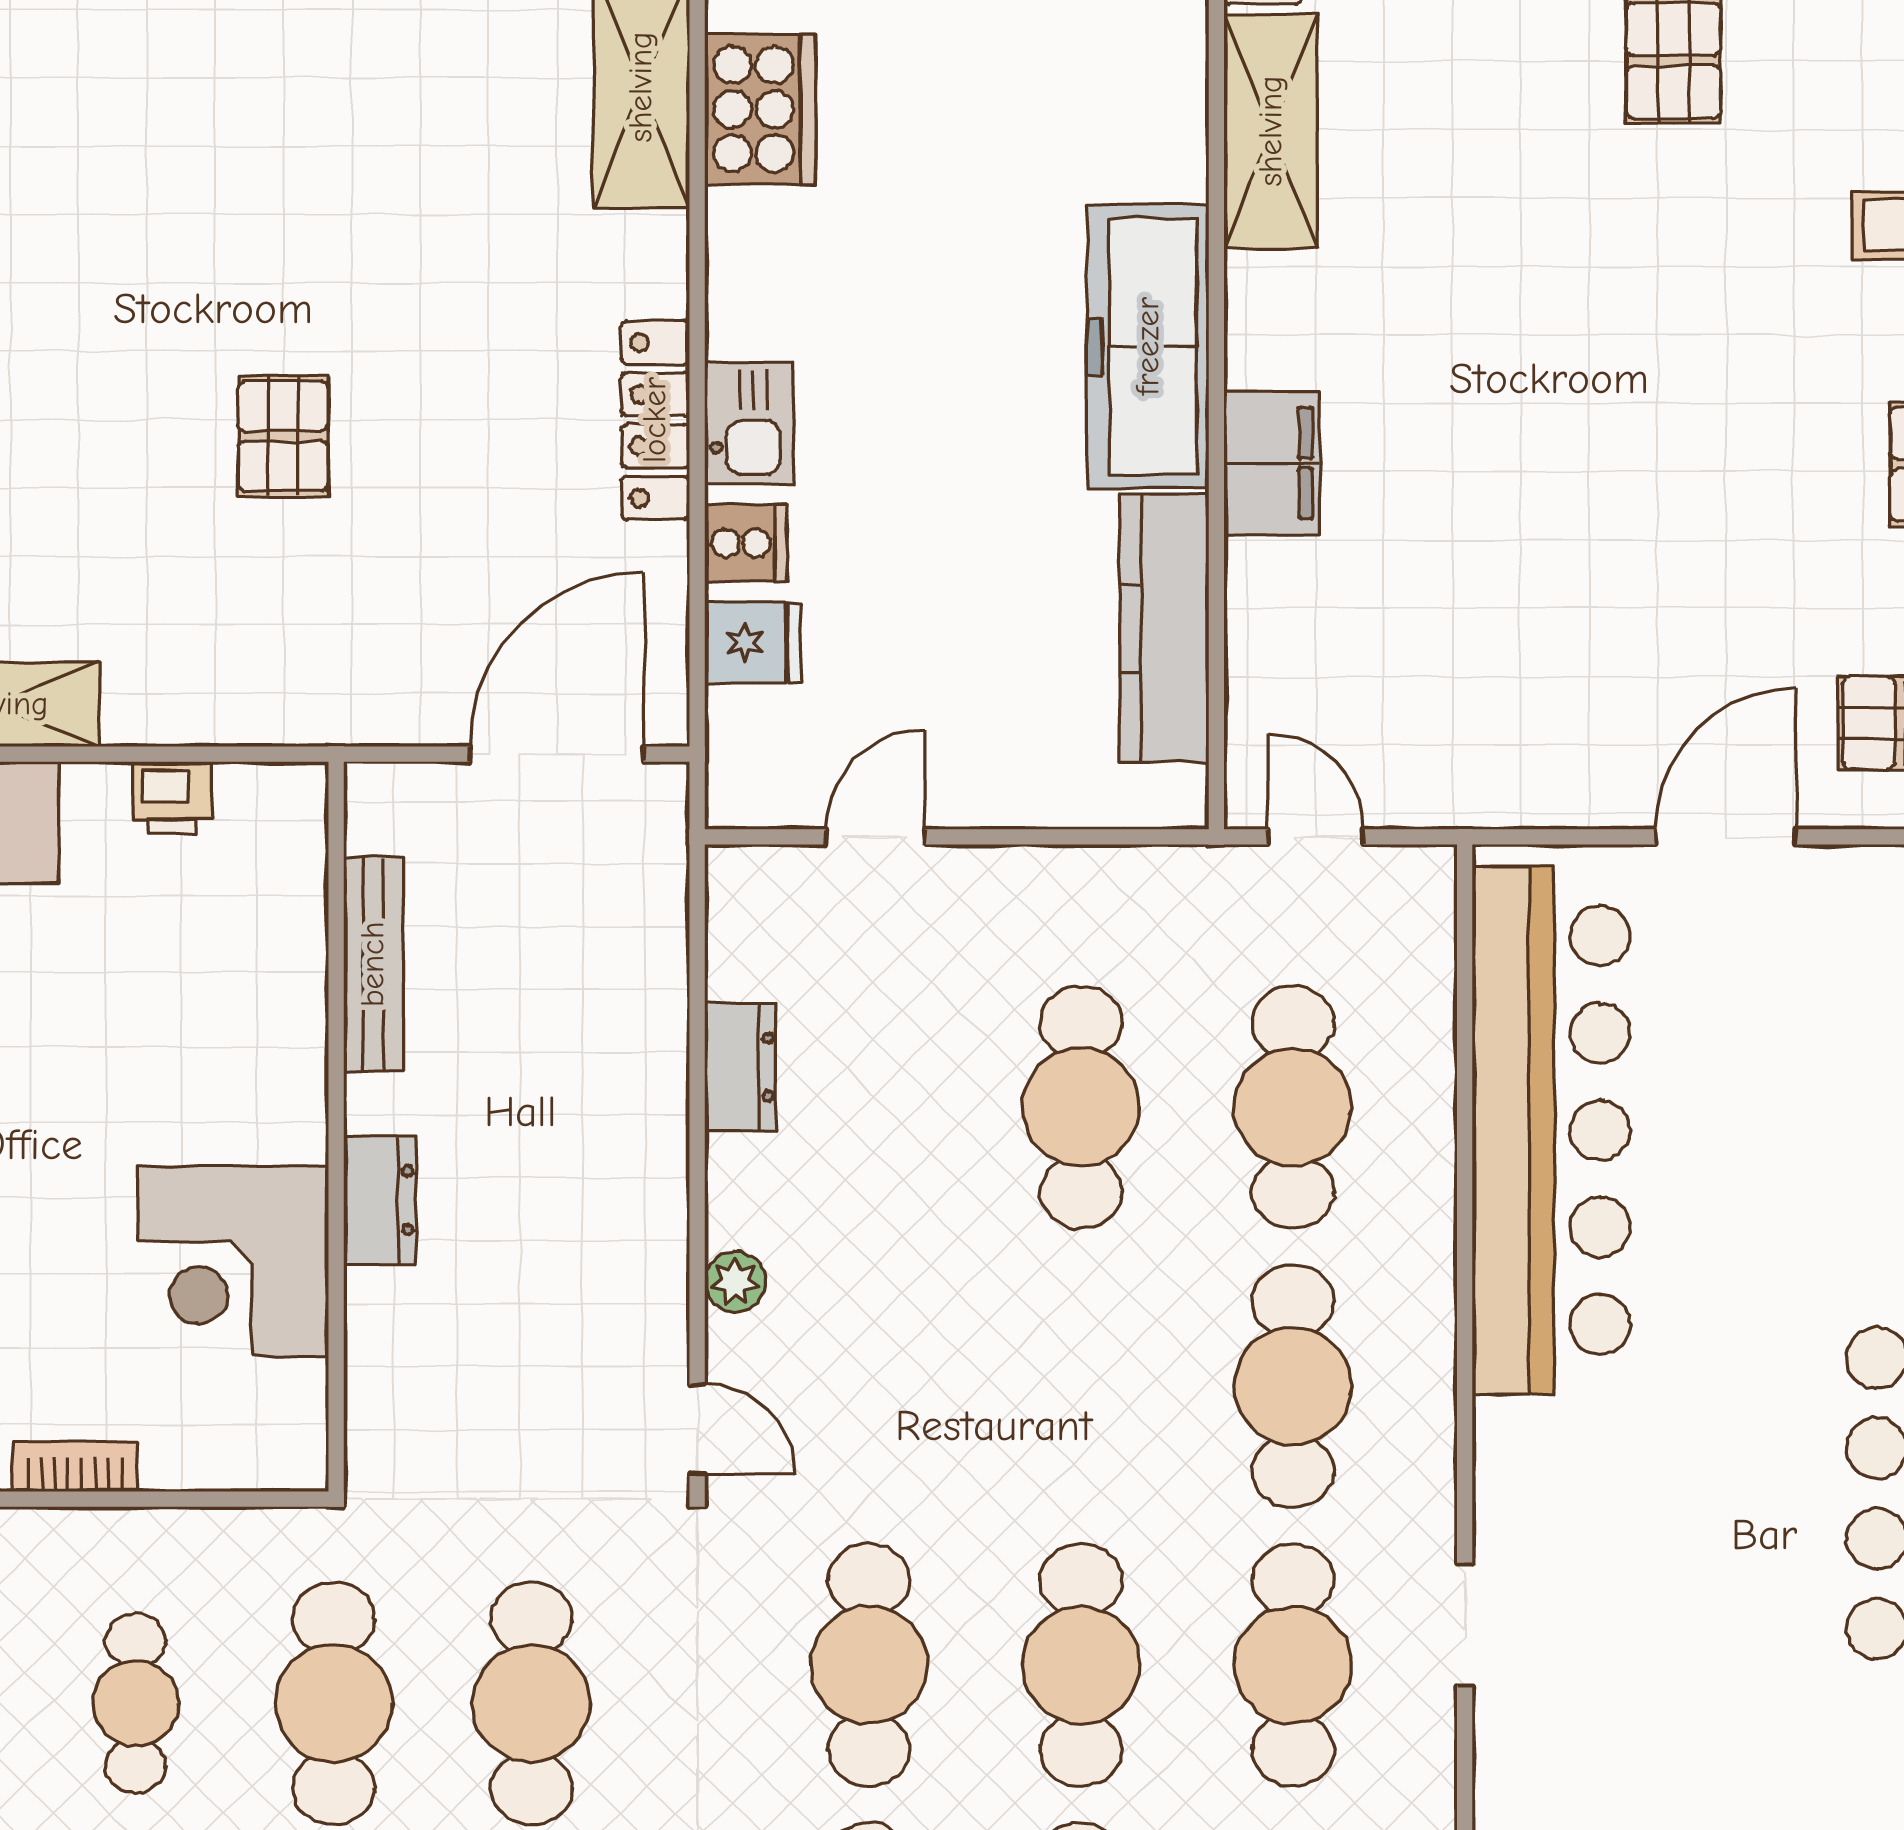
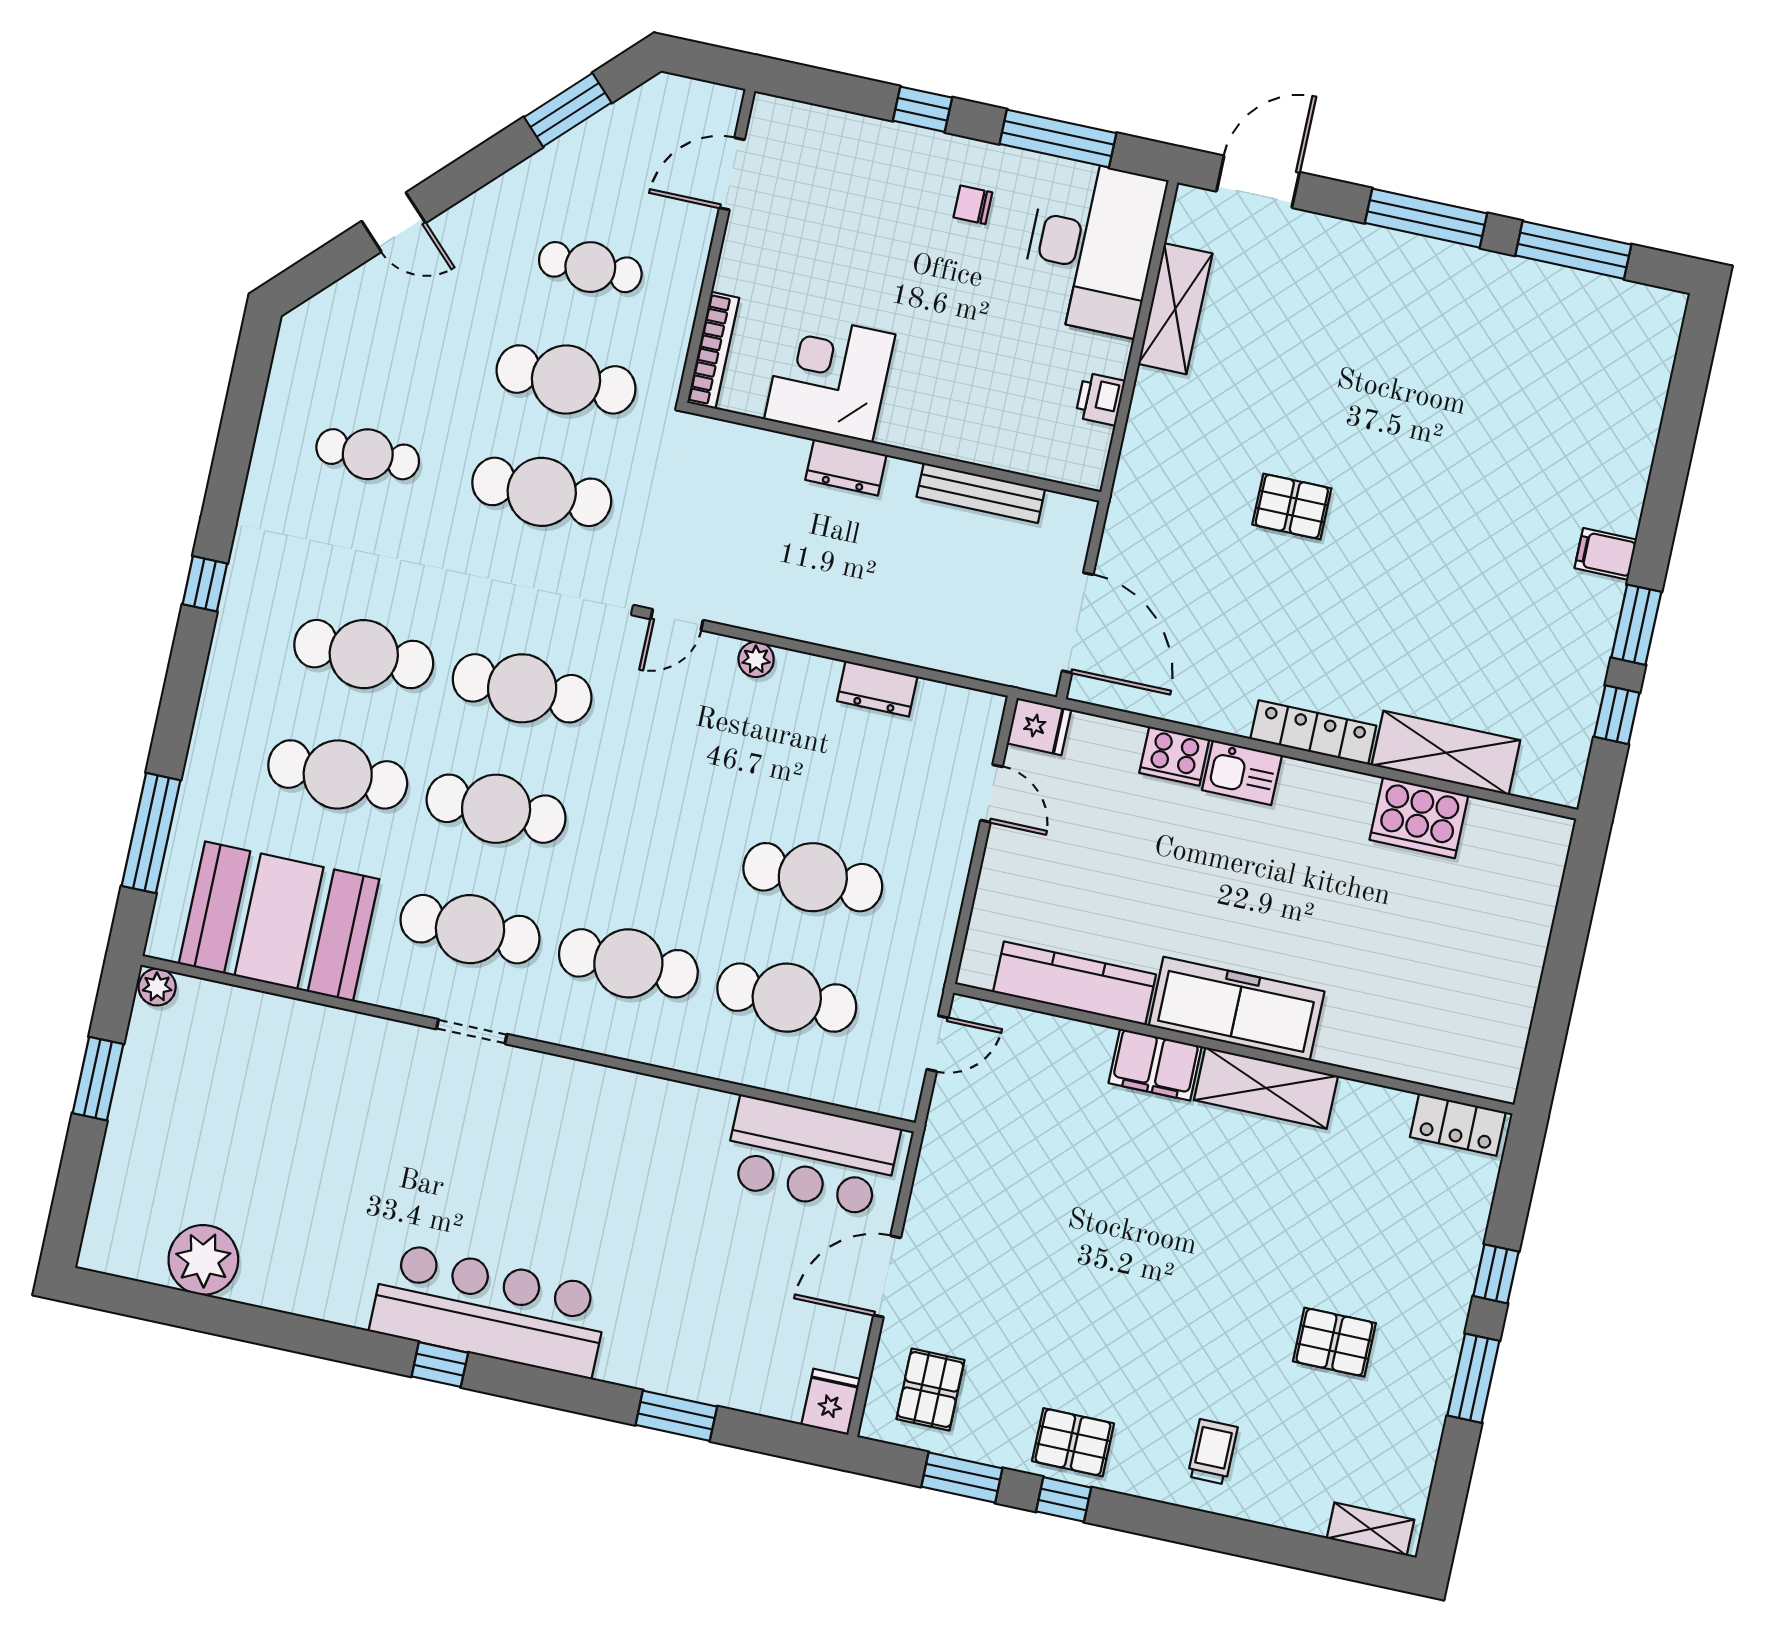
shelving: (1271, 131) -> (1266, 1088), moved
locker: (655, 420) -> (1313, 732), moved
cooker: (746, 543) -> (1174, 756), width x1.36
fridge: (753, 642) -> (1039, 726), moved, turned -90
door: (1726, 837) -> (887, 1276), swing flipped
bar counter: (1551, 1130) -> (811, 1156), width x0.54
bookcase: (75, 1467) -> (713, 350), moved, width x1.56

